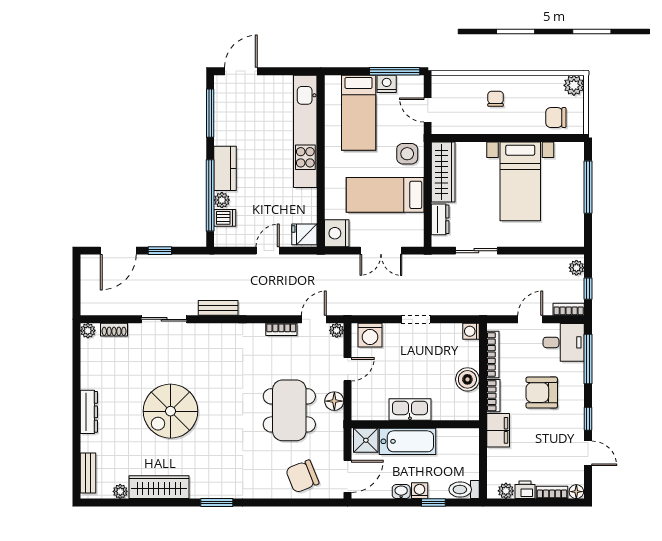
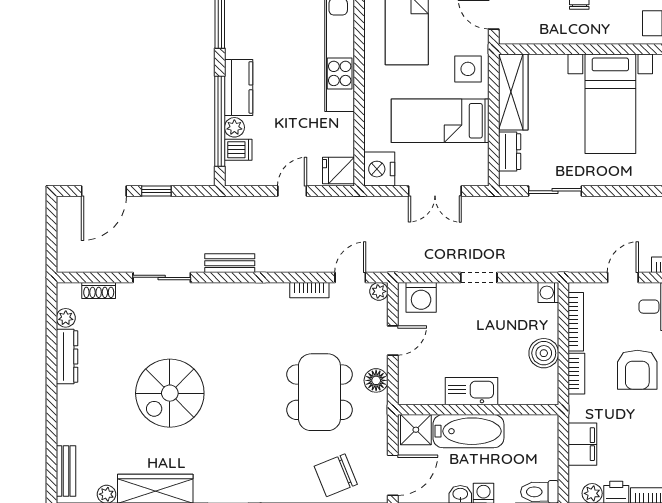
plant: (88, 331) -> (66, 318), moved
armchair: (542, 393) -> (637, 370), turned -90
dresser: (89, 412) -> (67, 357), moved
filing cabinet: (498, 430) -> (582, 444), moved

